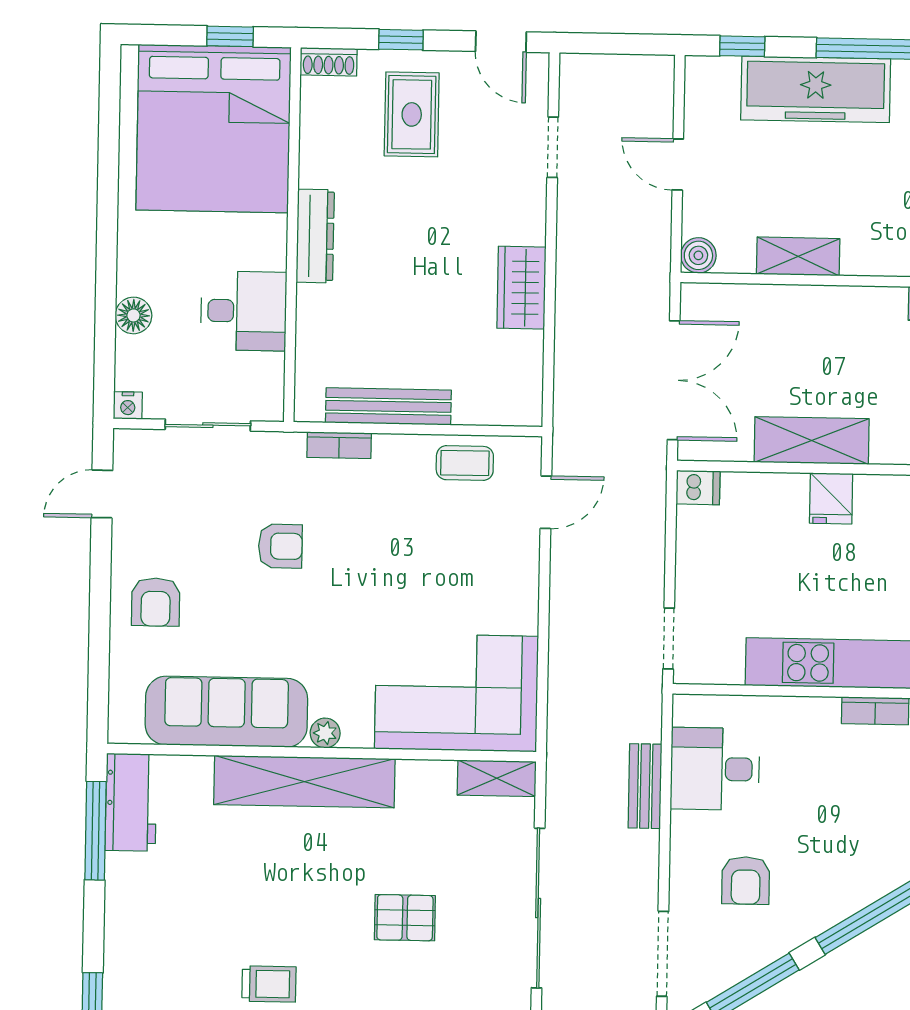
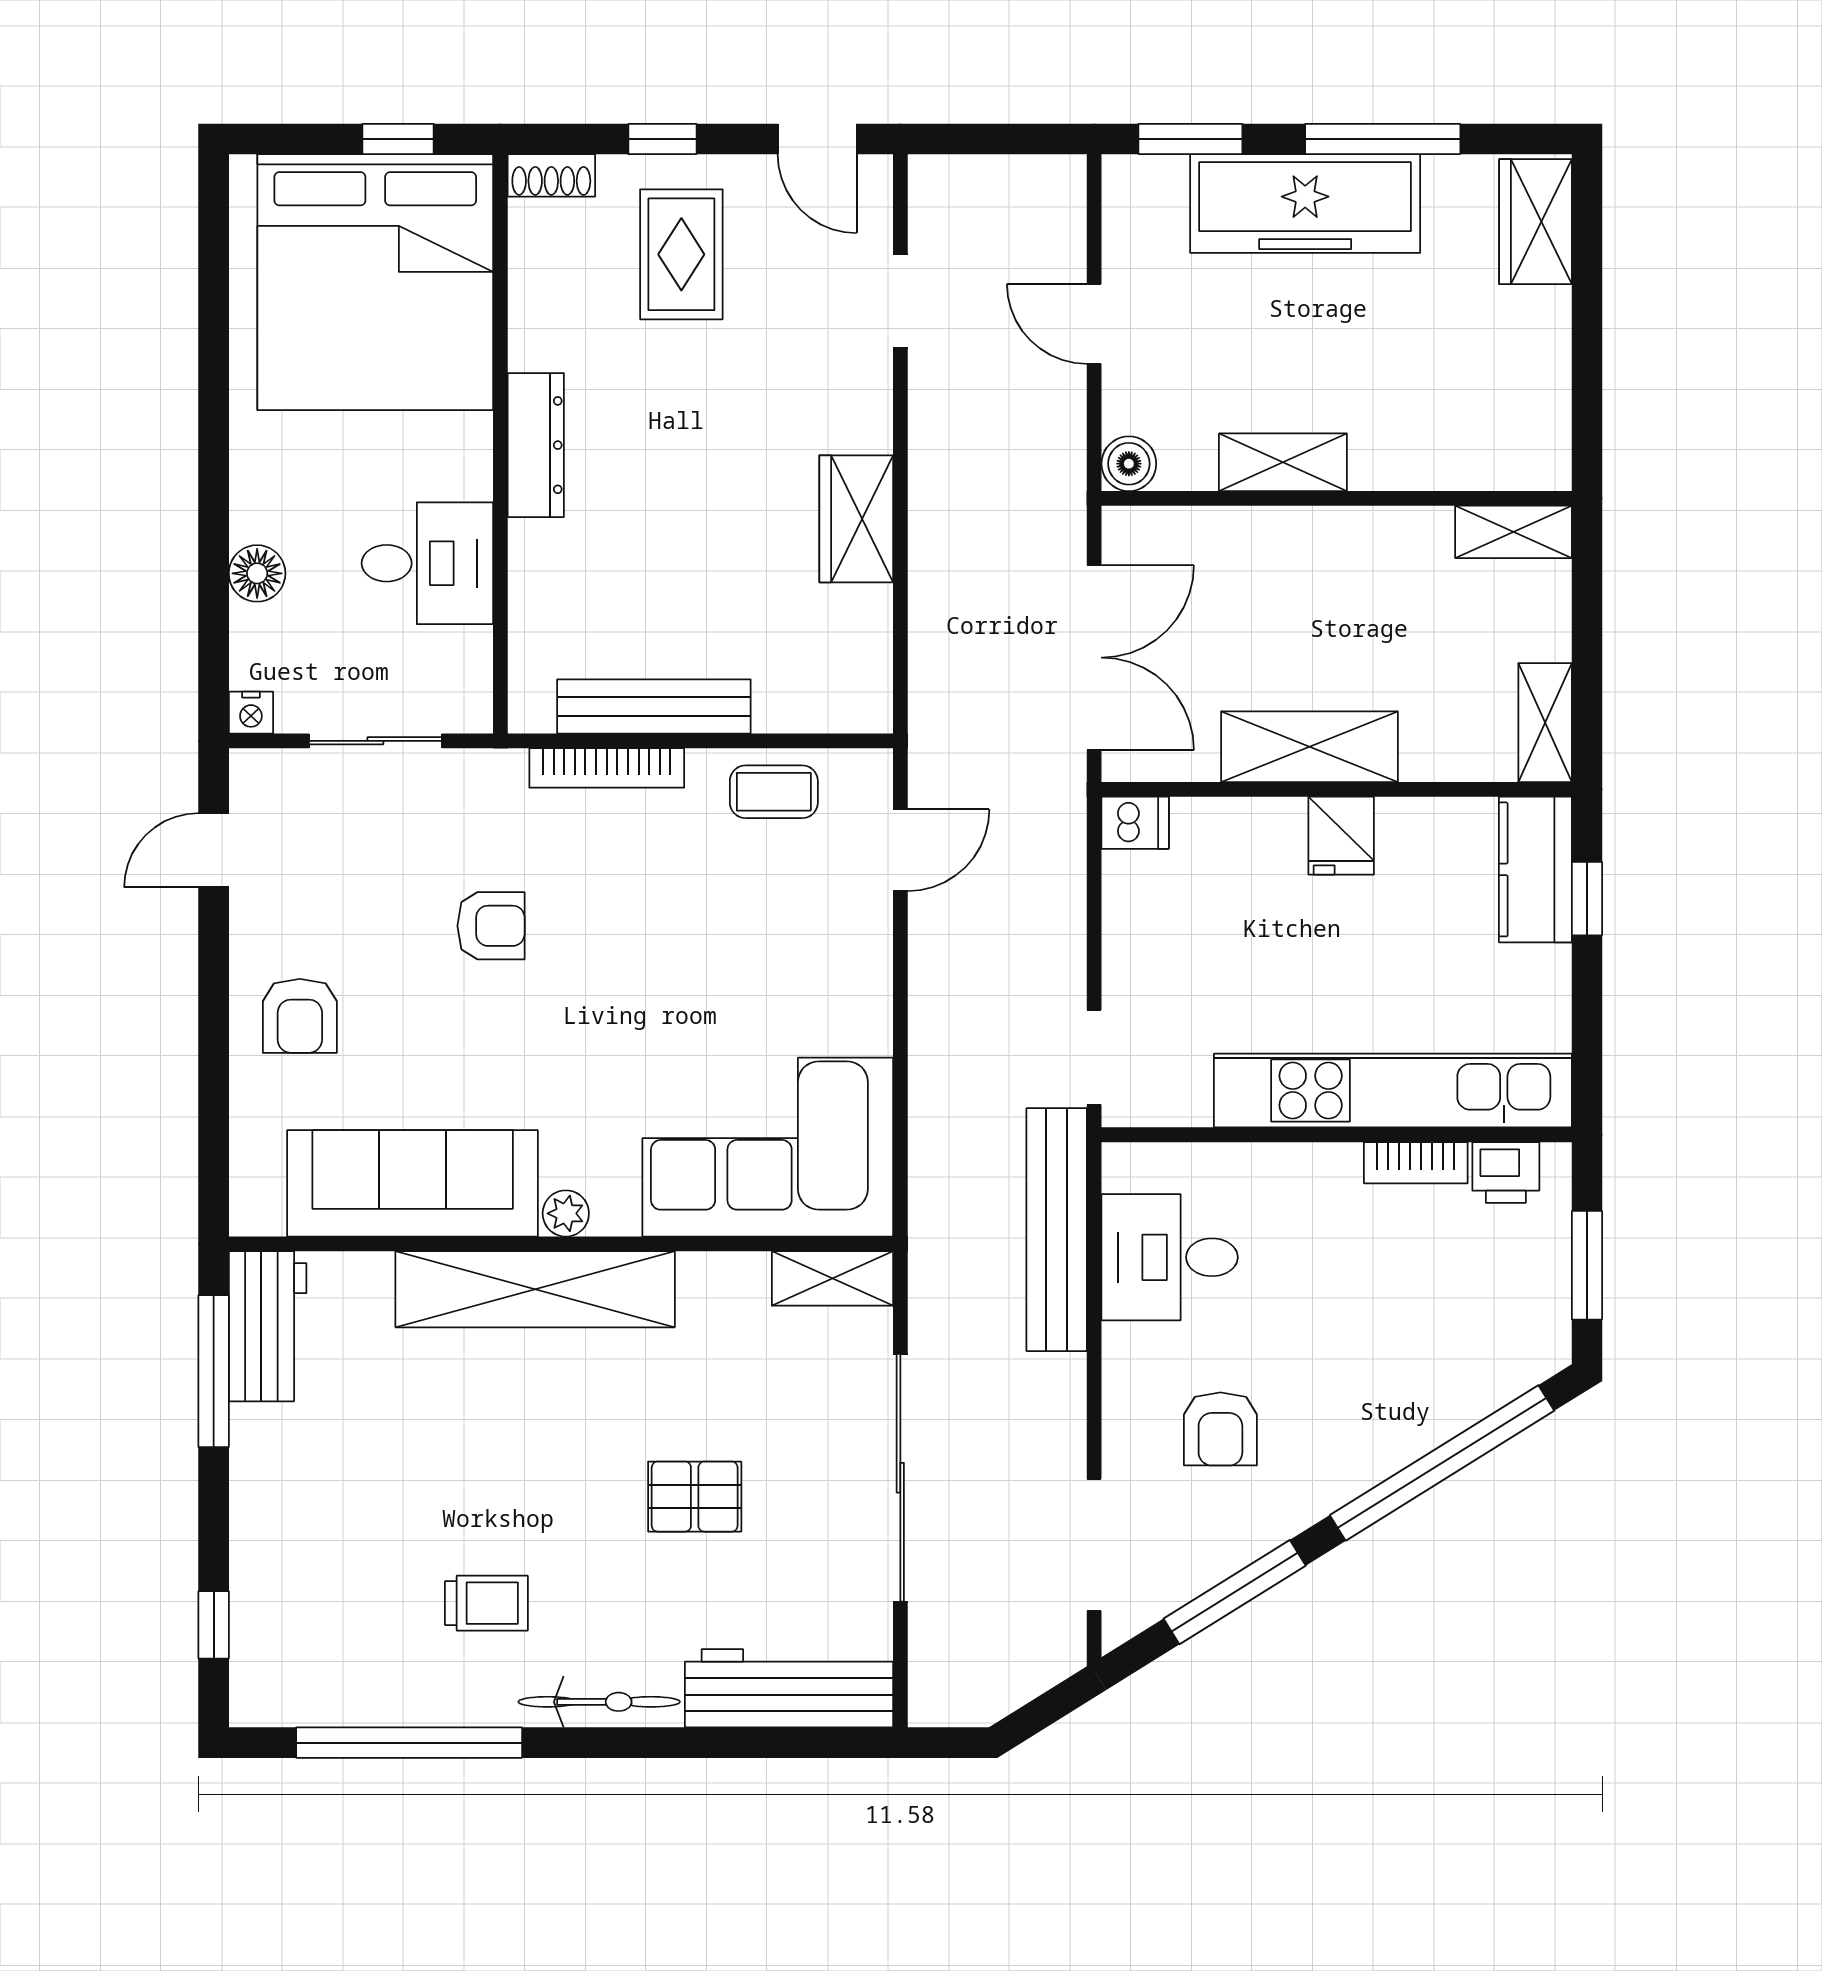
window: (742, 46) -> (1190, 139), width x1.50
bookcase: (339, 445) -> (607, 768), width x1.56
bench: (645, 786) -> (1057, 1230), width x1.86, depth x1.21

